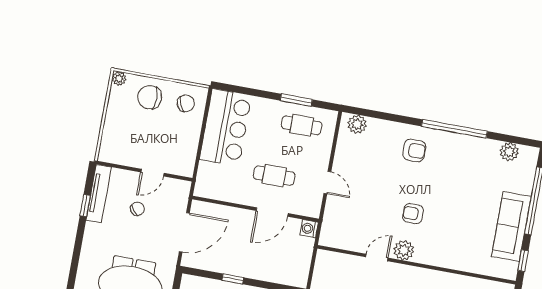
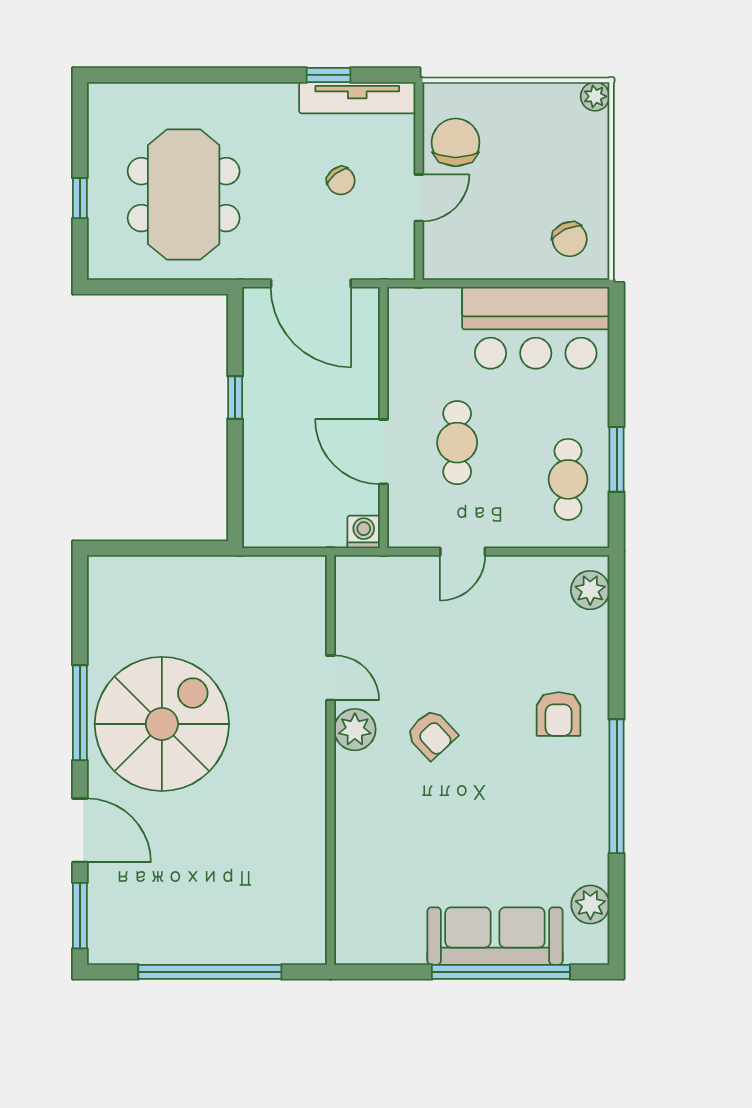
chair: (150, 97) -> (456, 142), moved
door: (152, 173) -> (419, 198), swing flipped
armchair: (413, 214) -> (432, 734), turned 137
sofa: (511, 226) -> (495, 936), moved
window: (523, 261) -> (377, 972), removed

